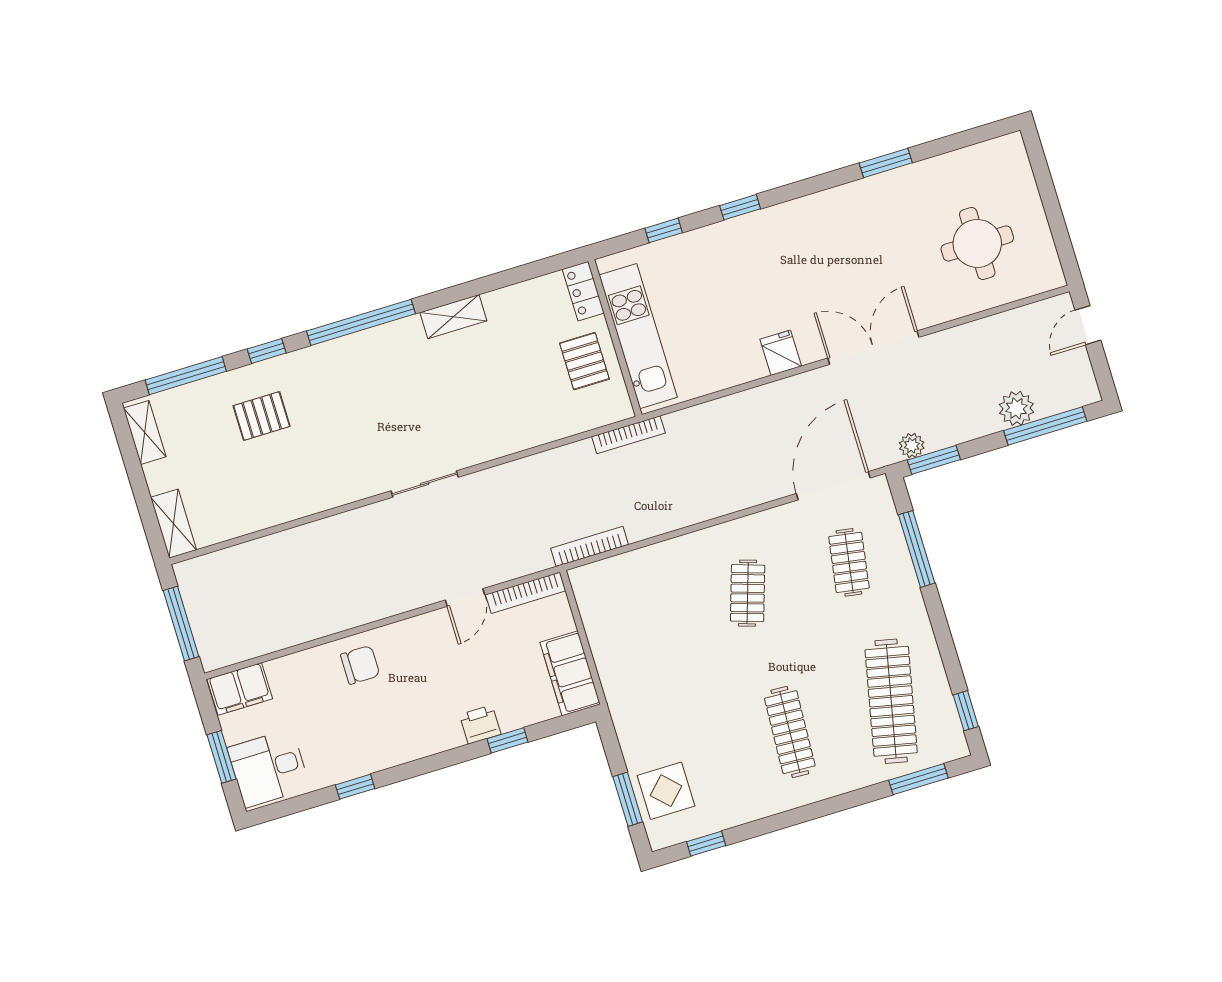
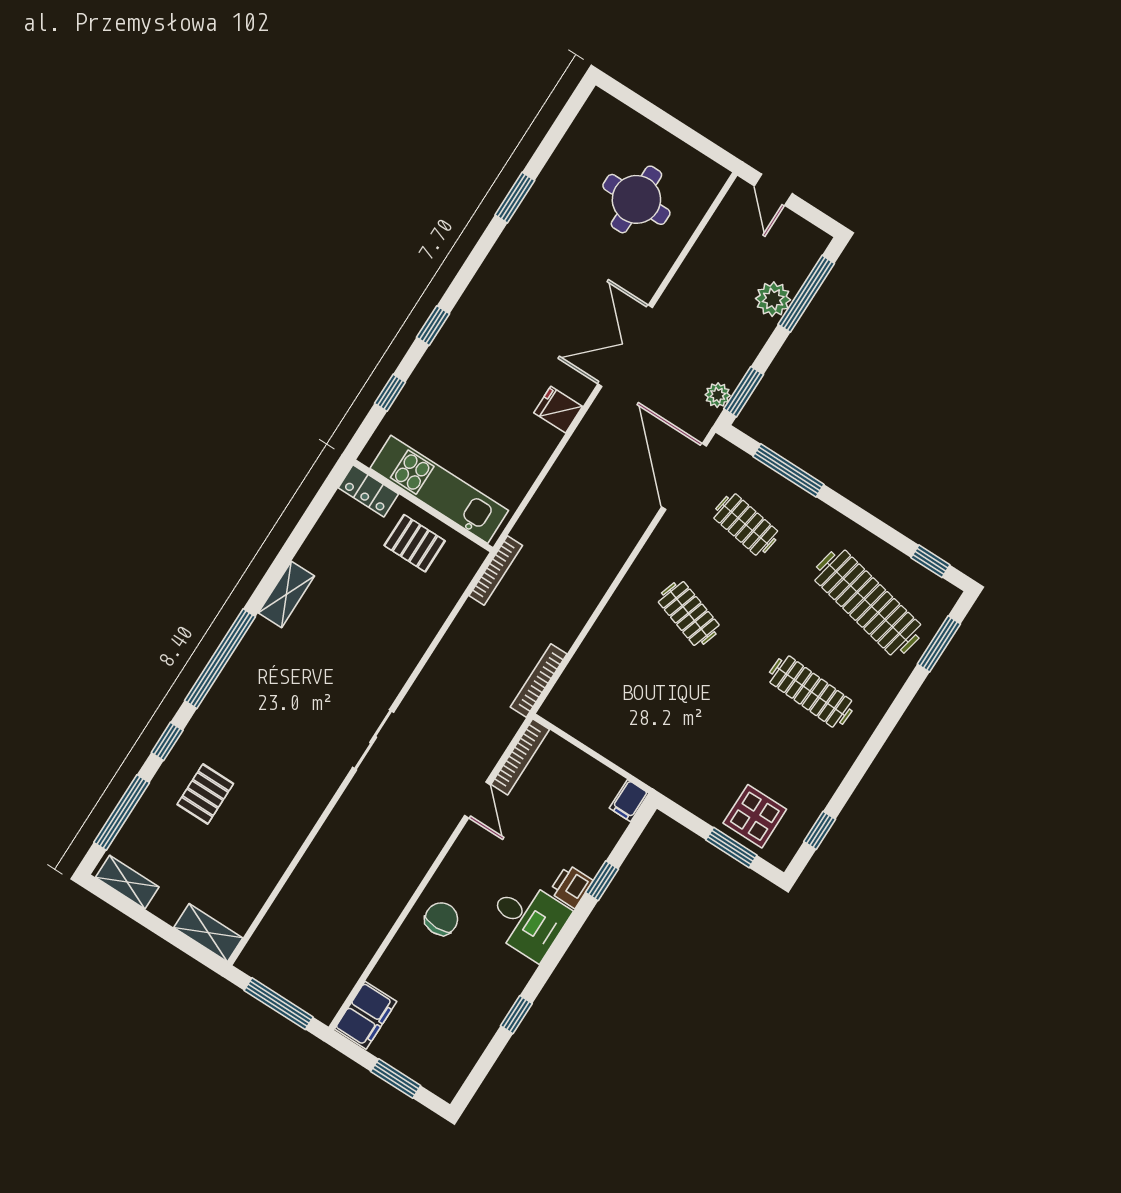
filing cabinet: (570, 673) -> (629, 801), width x0.33, depth x0.86
desk: (269, 768) -> (528, 919), moved, turned -90

